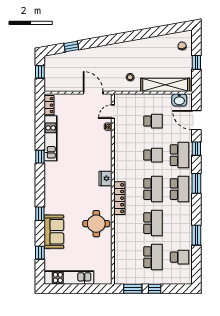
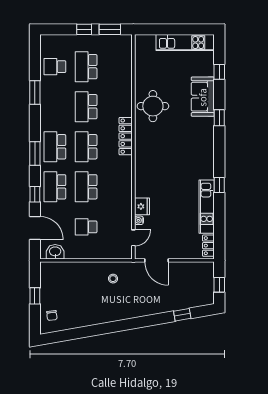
shelving: (165, 85) -> (72, 269), removed
school desk: (153, 155) -> (86, 187), width x1.85
fridge: (105, 178) -> (142, 206), moved

